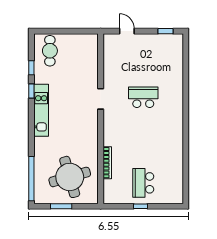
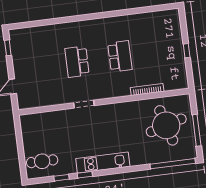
school desk: (143, 183) -> (120, 56), moved, turned -90
window: (61, 206) -> (197, 130), width x1.44

